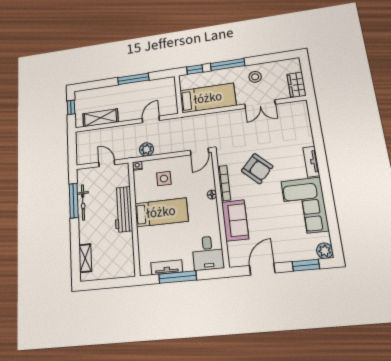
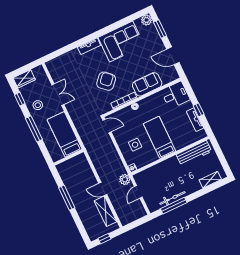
window: (195, 69) -> (20, 99), moved
wardrobe: (297, 85) -> (24, 79), moved
door: (151, 119) -> (103, 189), moved
plant: (147, 149) -> (125, 179), moved
workbench: (123, 209) -> (194, 153), moved
window: (178, 277) -> (199, 110), width x0.46

